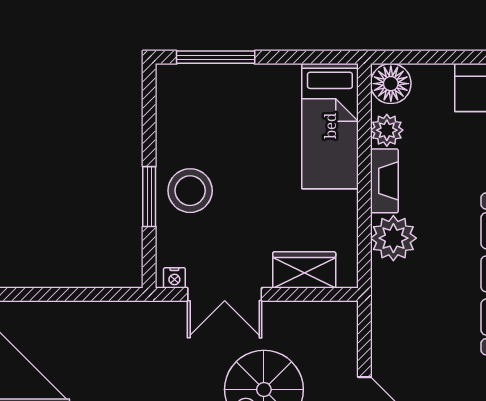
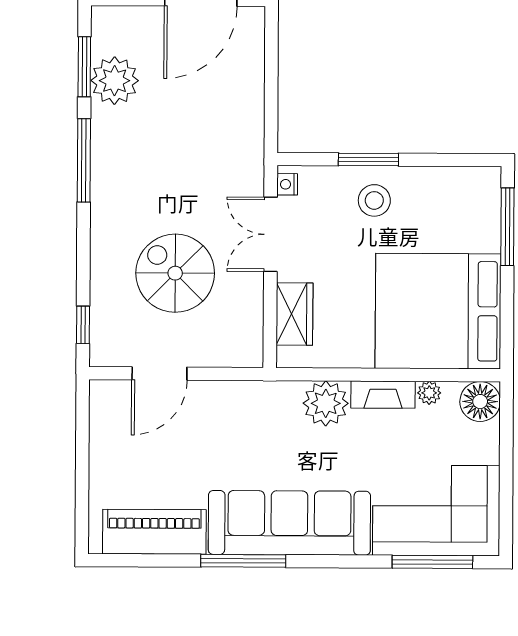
bed: (330, 126) -> (438, 311), width x2.04
plant: (387, 130) -> (429, 393), width x0.73, depth x0.73
stool: (190, 191) -> (374, 200), width x0.73, depth x0.73

